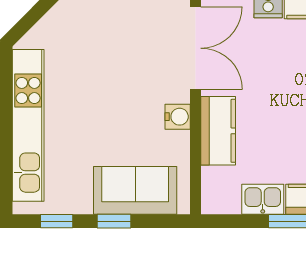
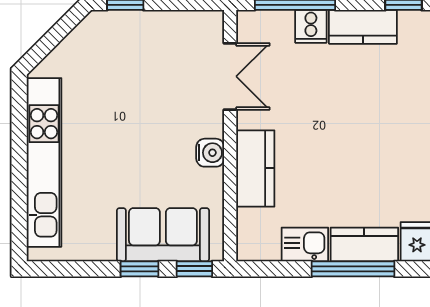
double door: (196, 48) -> (230, 76), width x0.73
window: (57, 221) -> (194, 269), moved

